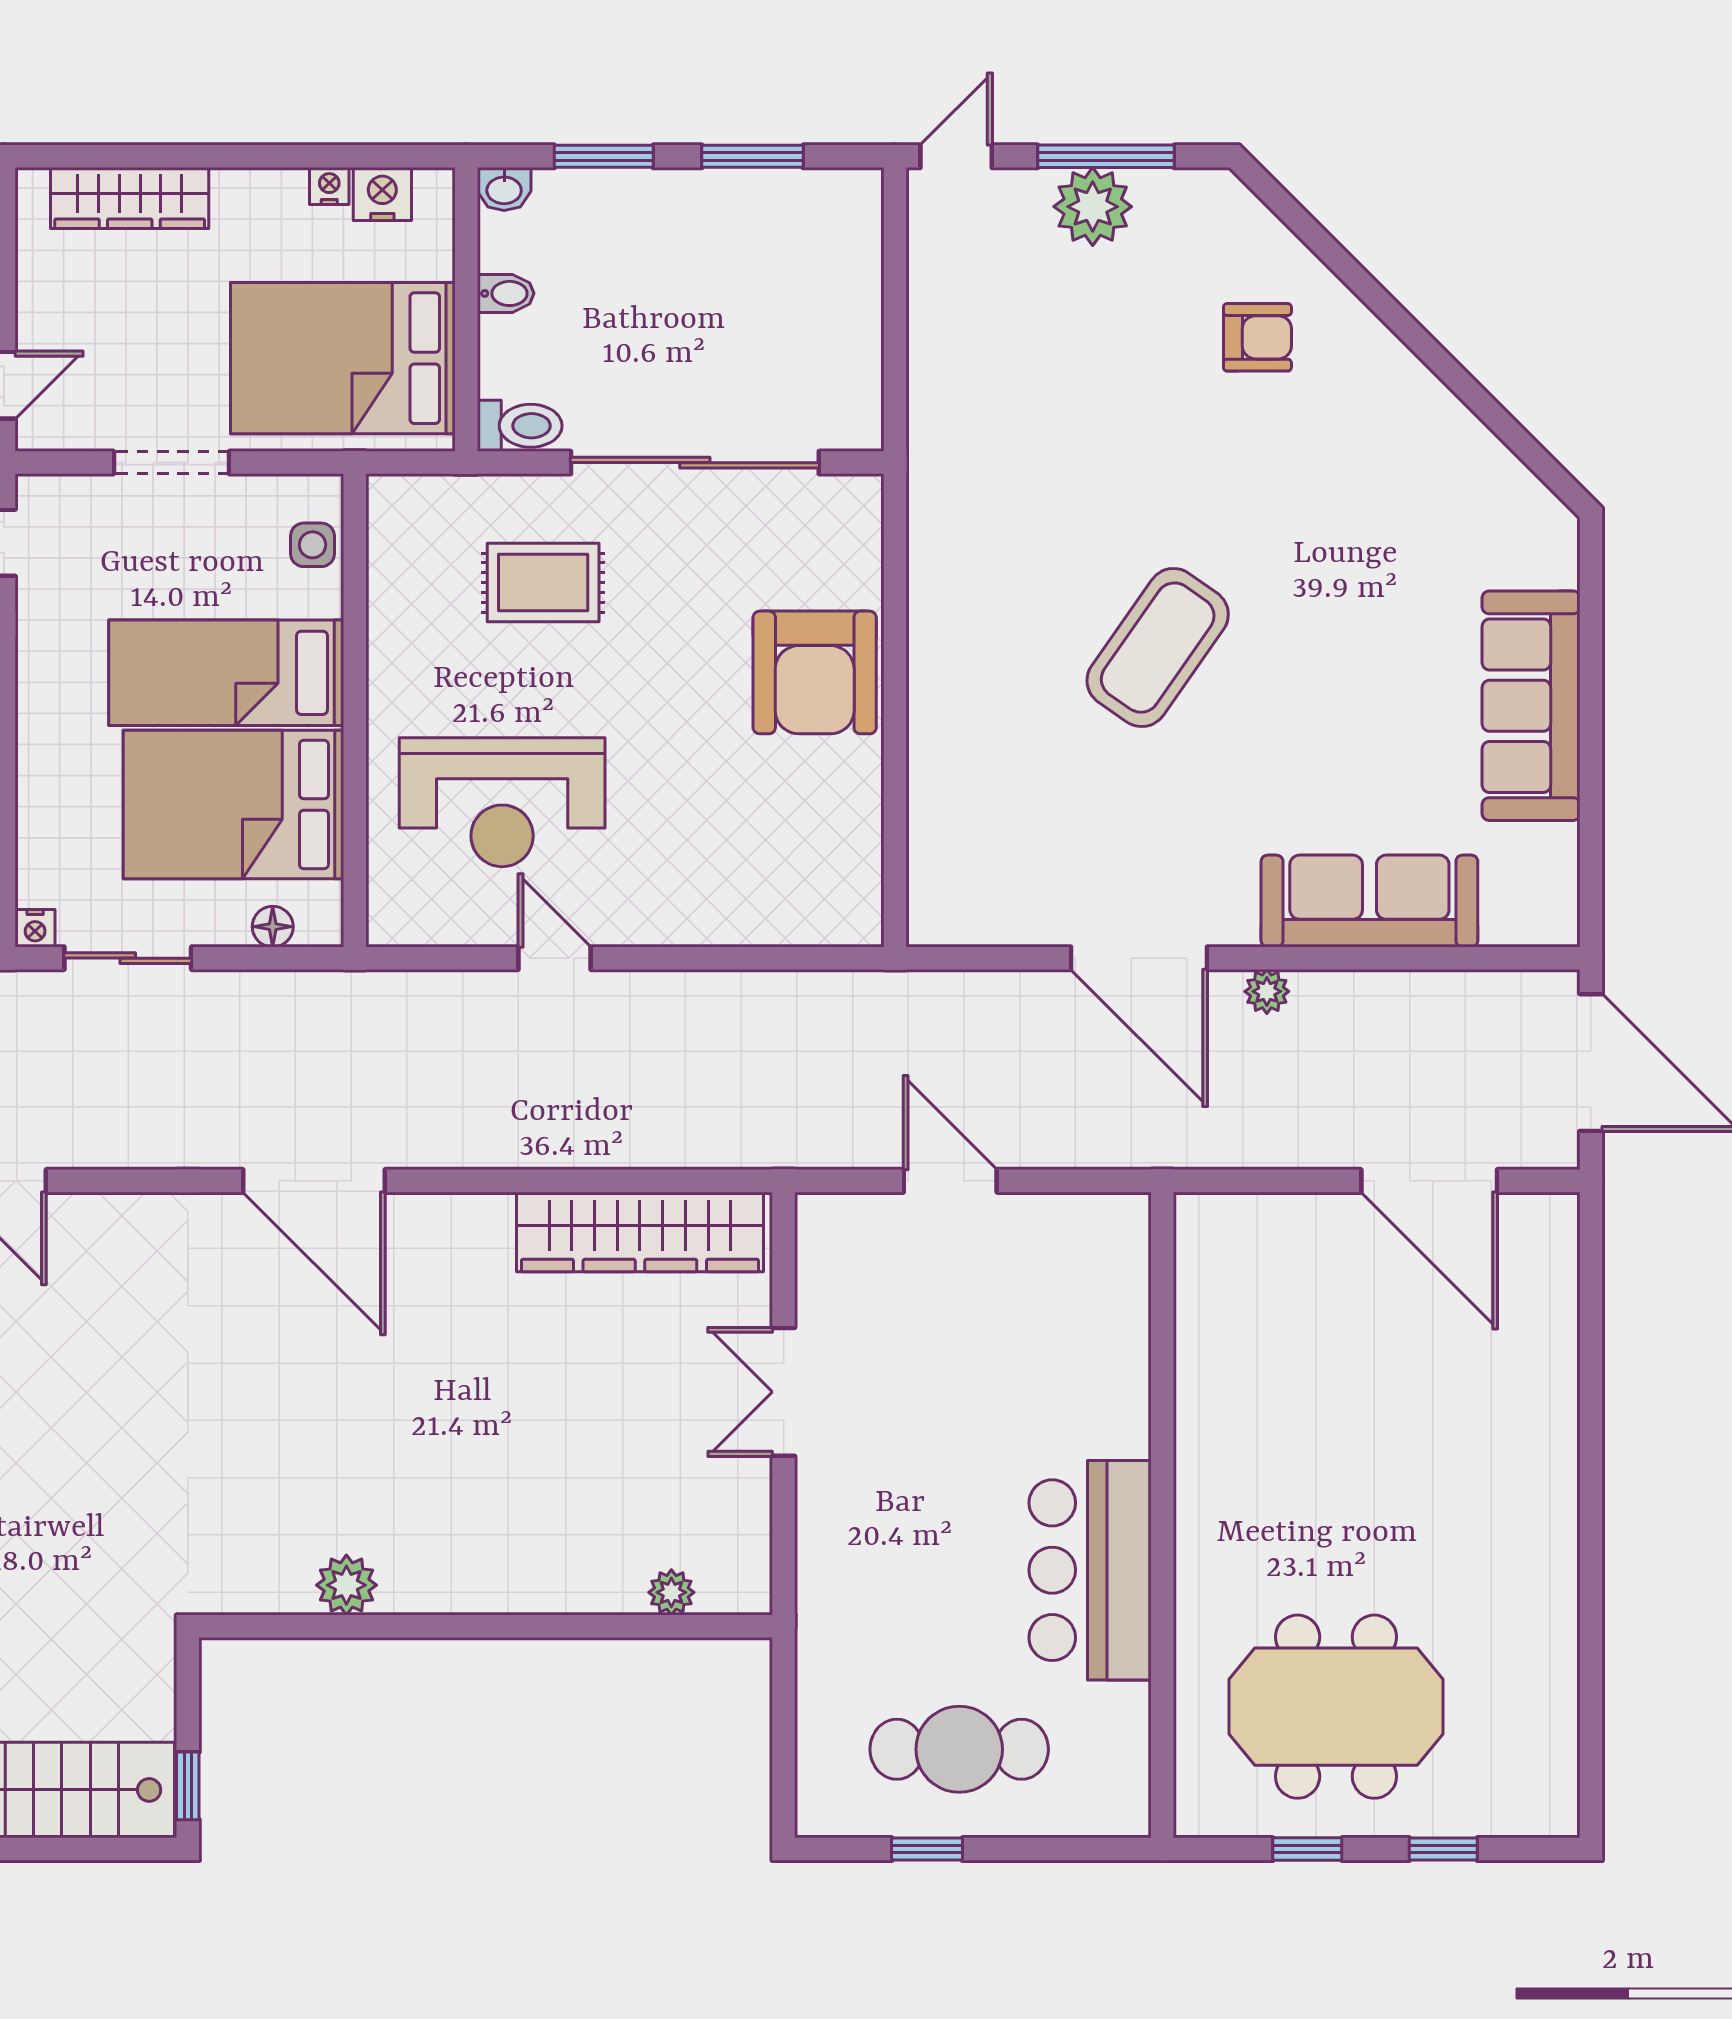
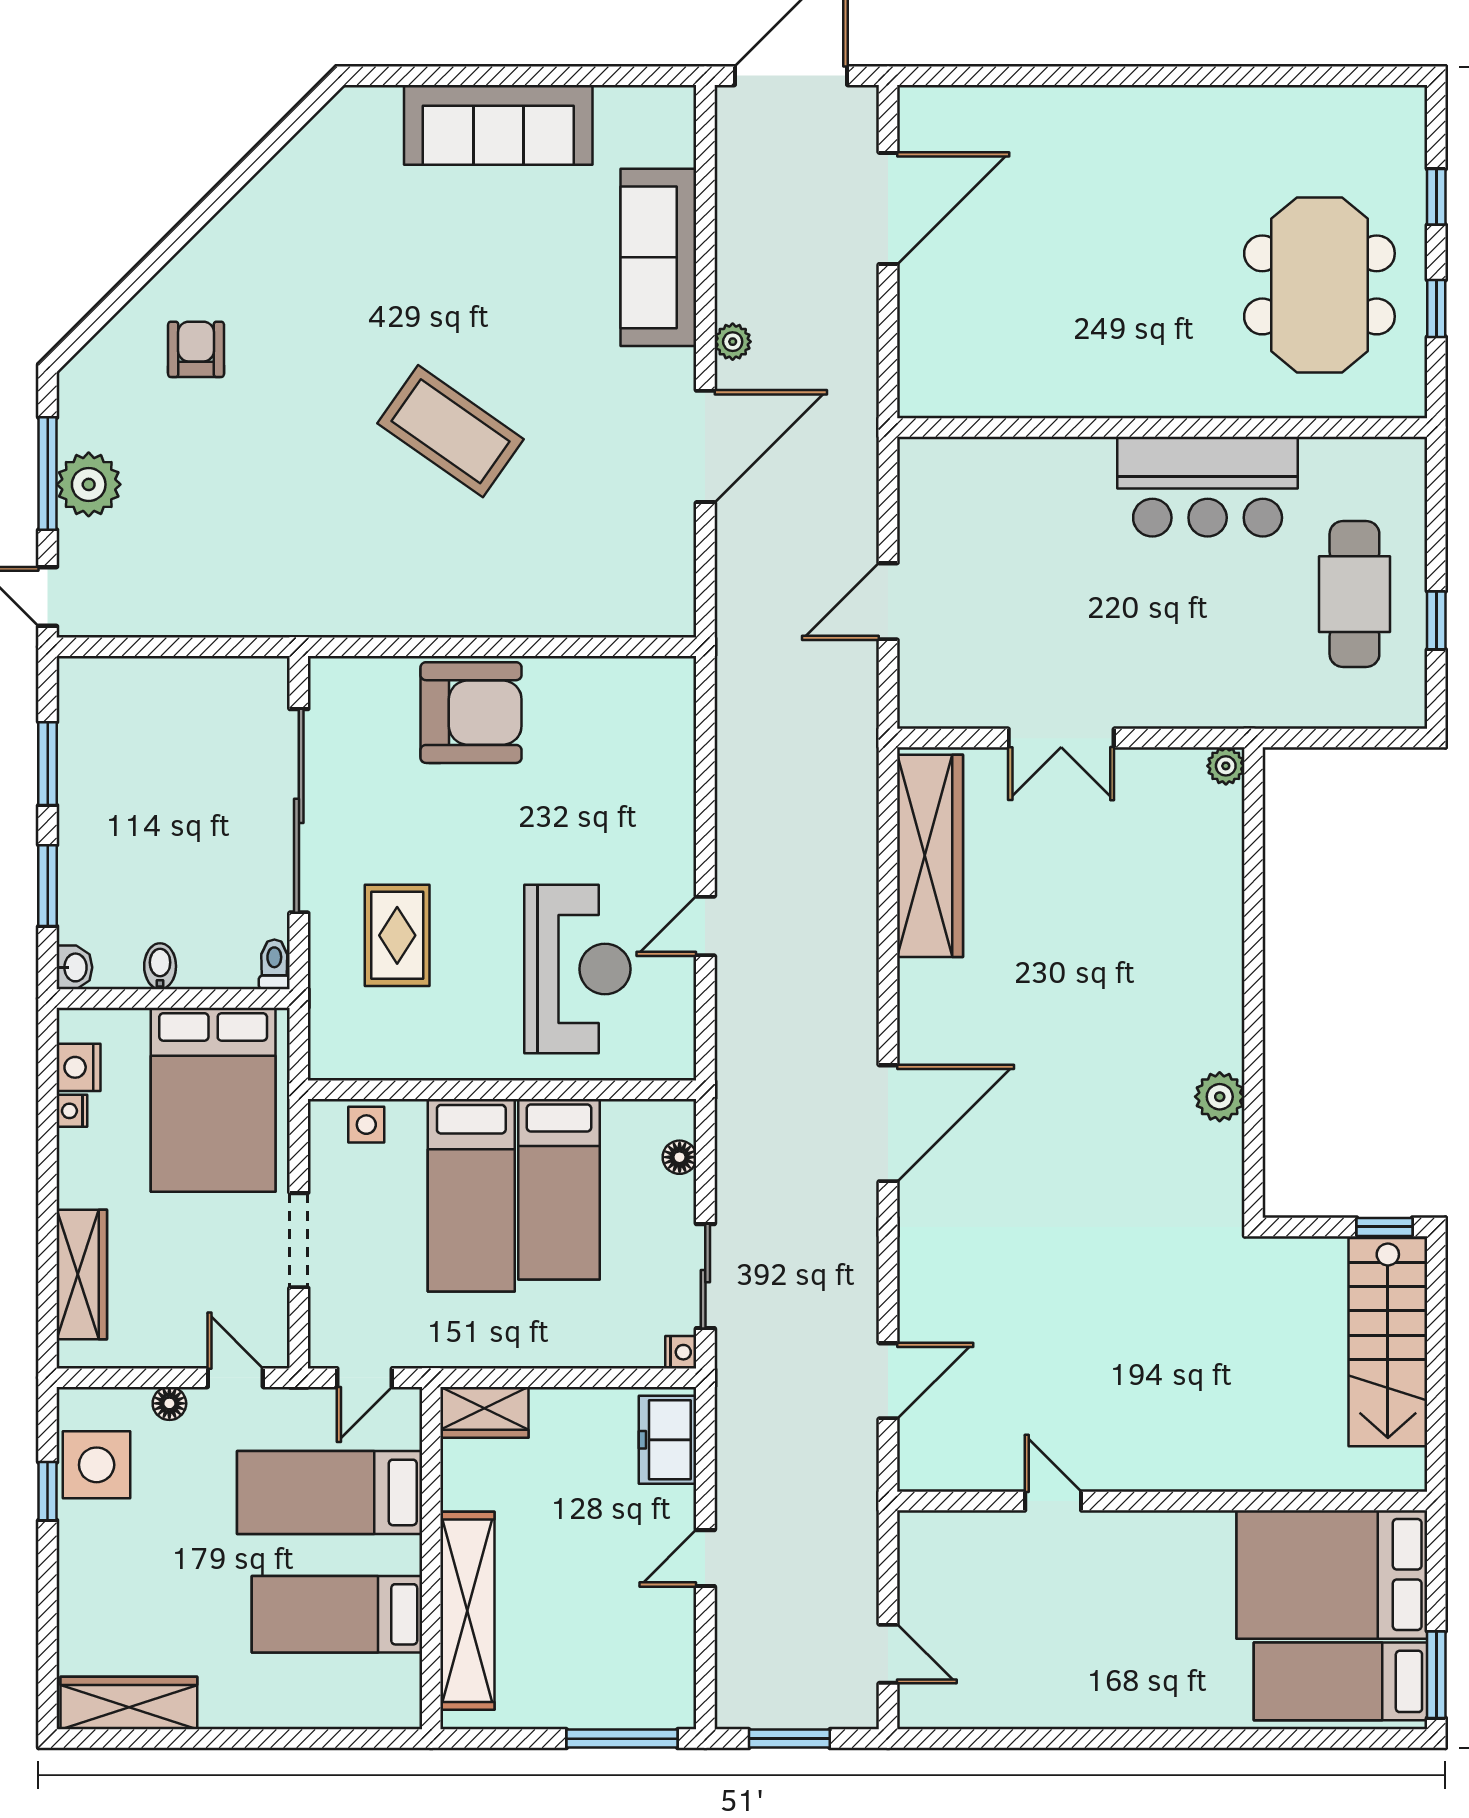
toilet: (520, 426) -> (274, 964), width x0.73, depth x0.72
bed: (234, 804) -> (559, 1189), width x0.67
plant: (671, 1592) -> (1226, 766), moved

